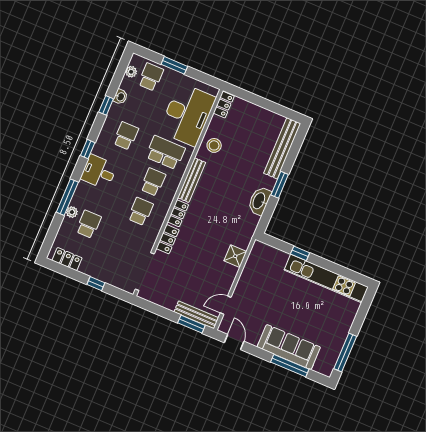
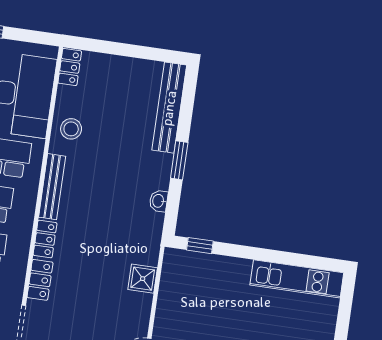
washbasin: (259, 201) -> (159, 201), width x0.52, depth x0.69
window: (300, 253) -> (200, 246), moved
kitchen unit: (326, 278) -> (297, 279), width x0.73

